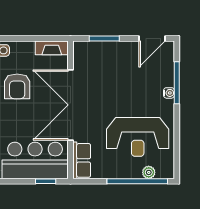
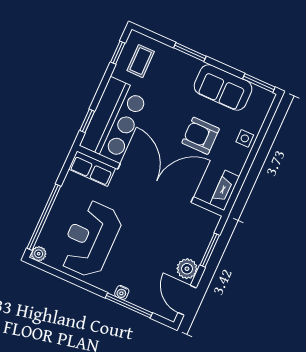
plant: (127, 50) -> (187, 269), added
plant: (149, 172) -> (39, 254), moved

